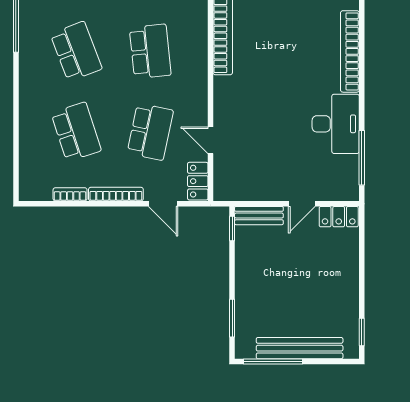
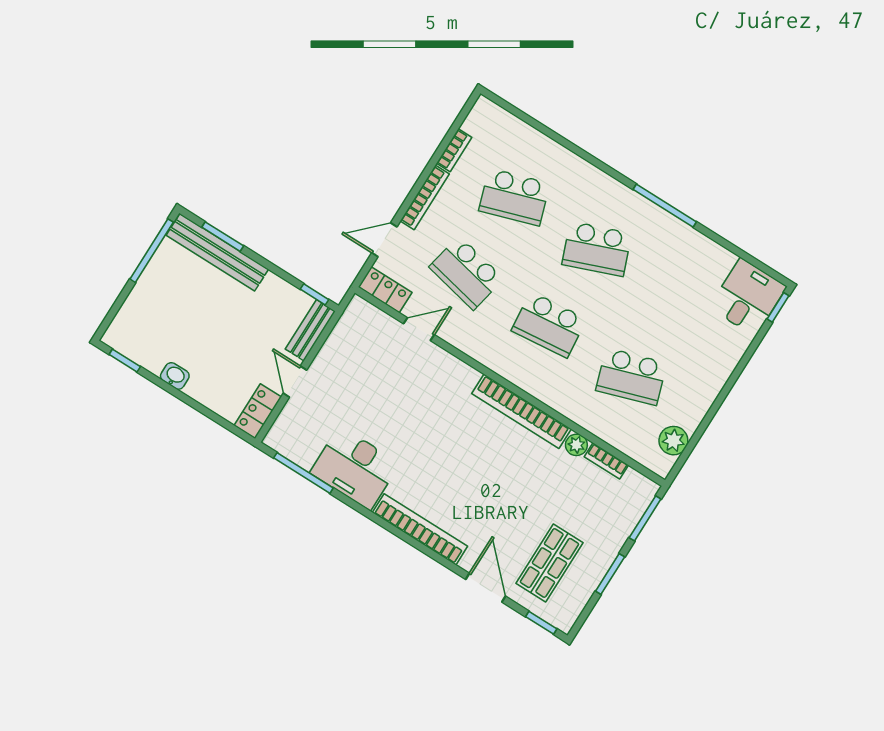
washbasin: (351, 290) -> (175, 376), added
bench: (300, 348) -> (217, 252), moved, turned 90

